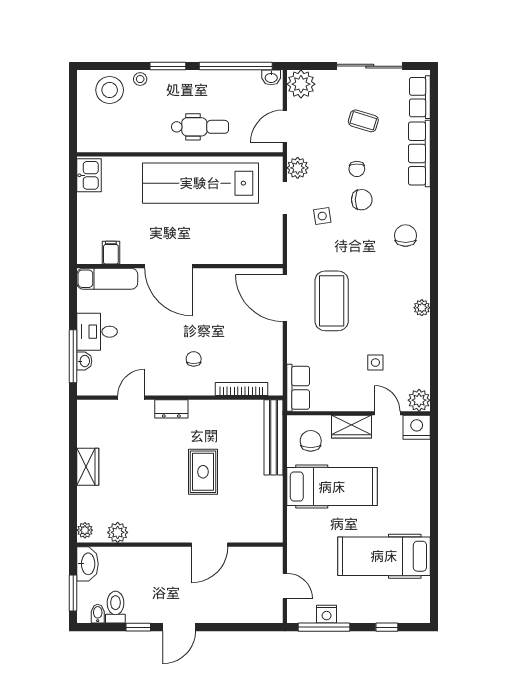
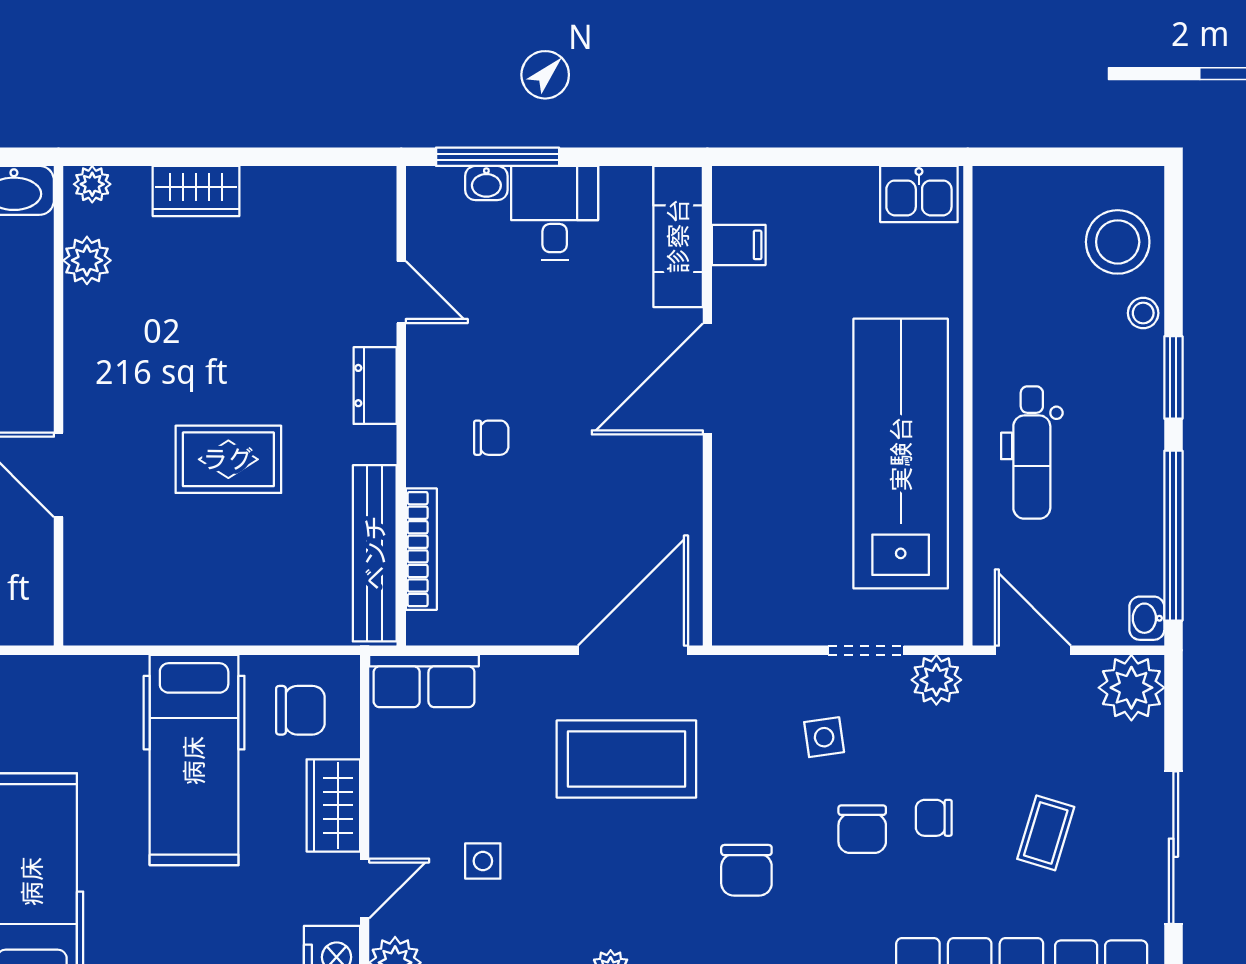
chair: (406, 236) -> (746, 870), moved, turned 90
bench: (274, 437) -> (375, 553), moved, turned 90
wardrobe: (88, 467) -> (196, 191), moved

